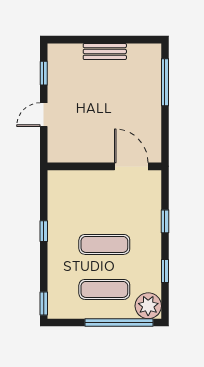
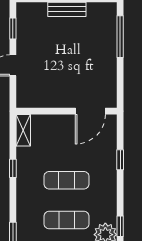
door: (131, 166) -> (90, 111), swing flipped
shelving: (55, 188) -> (23, 130), added
window: (165, 271) -> (120, 226), moved

